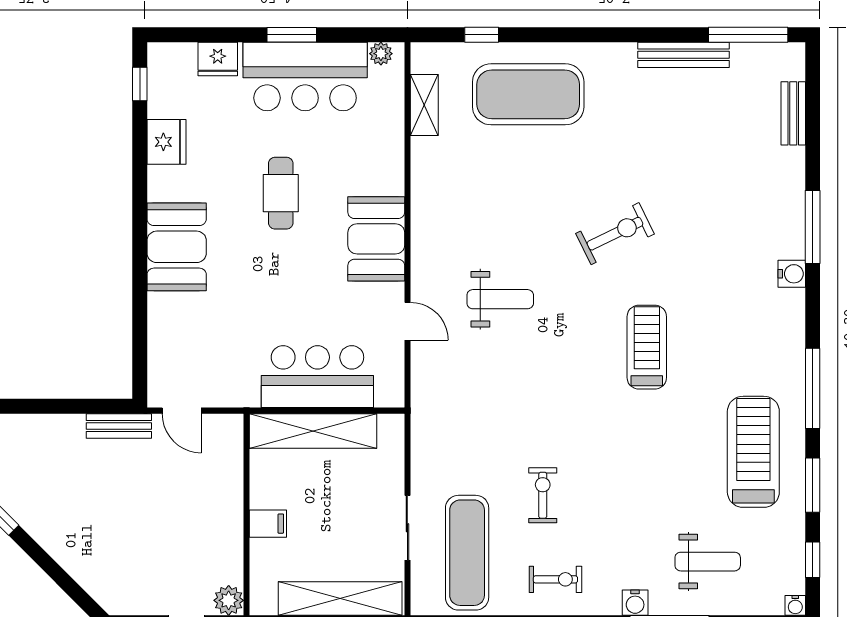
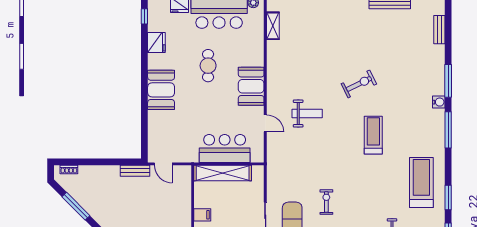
exercise mat: (528, 94) -> (320, 21), removed
window: (813, 388) -> (448, 130), moved

